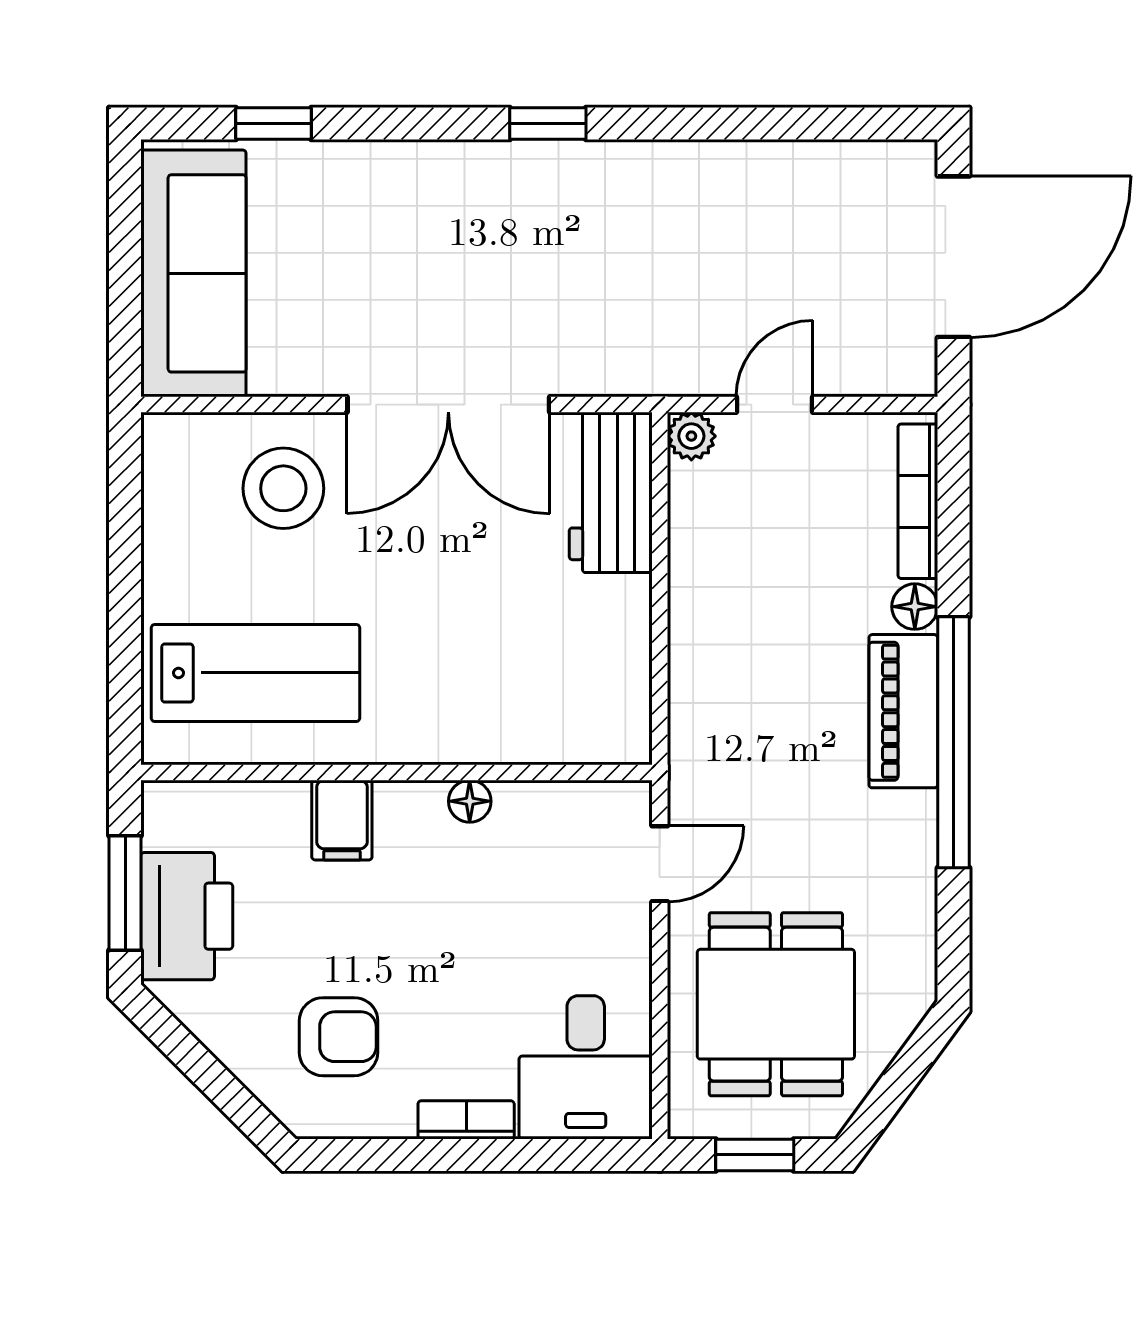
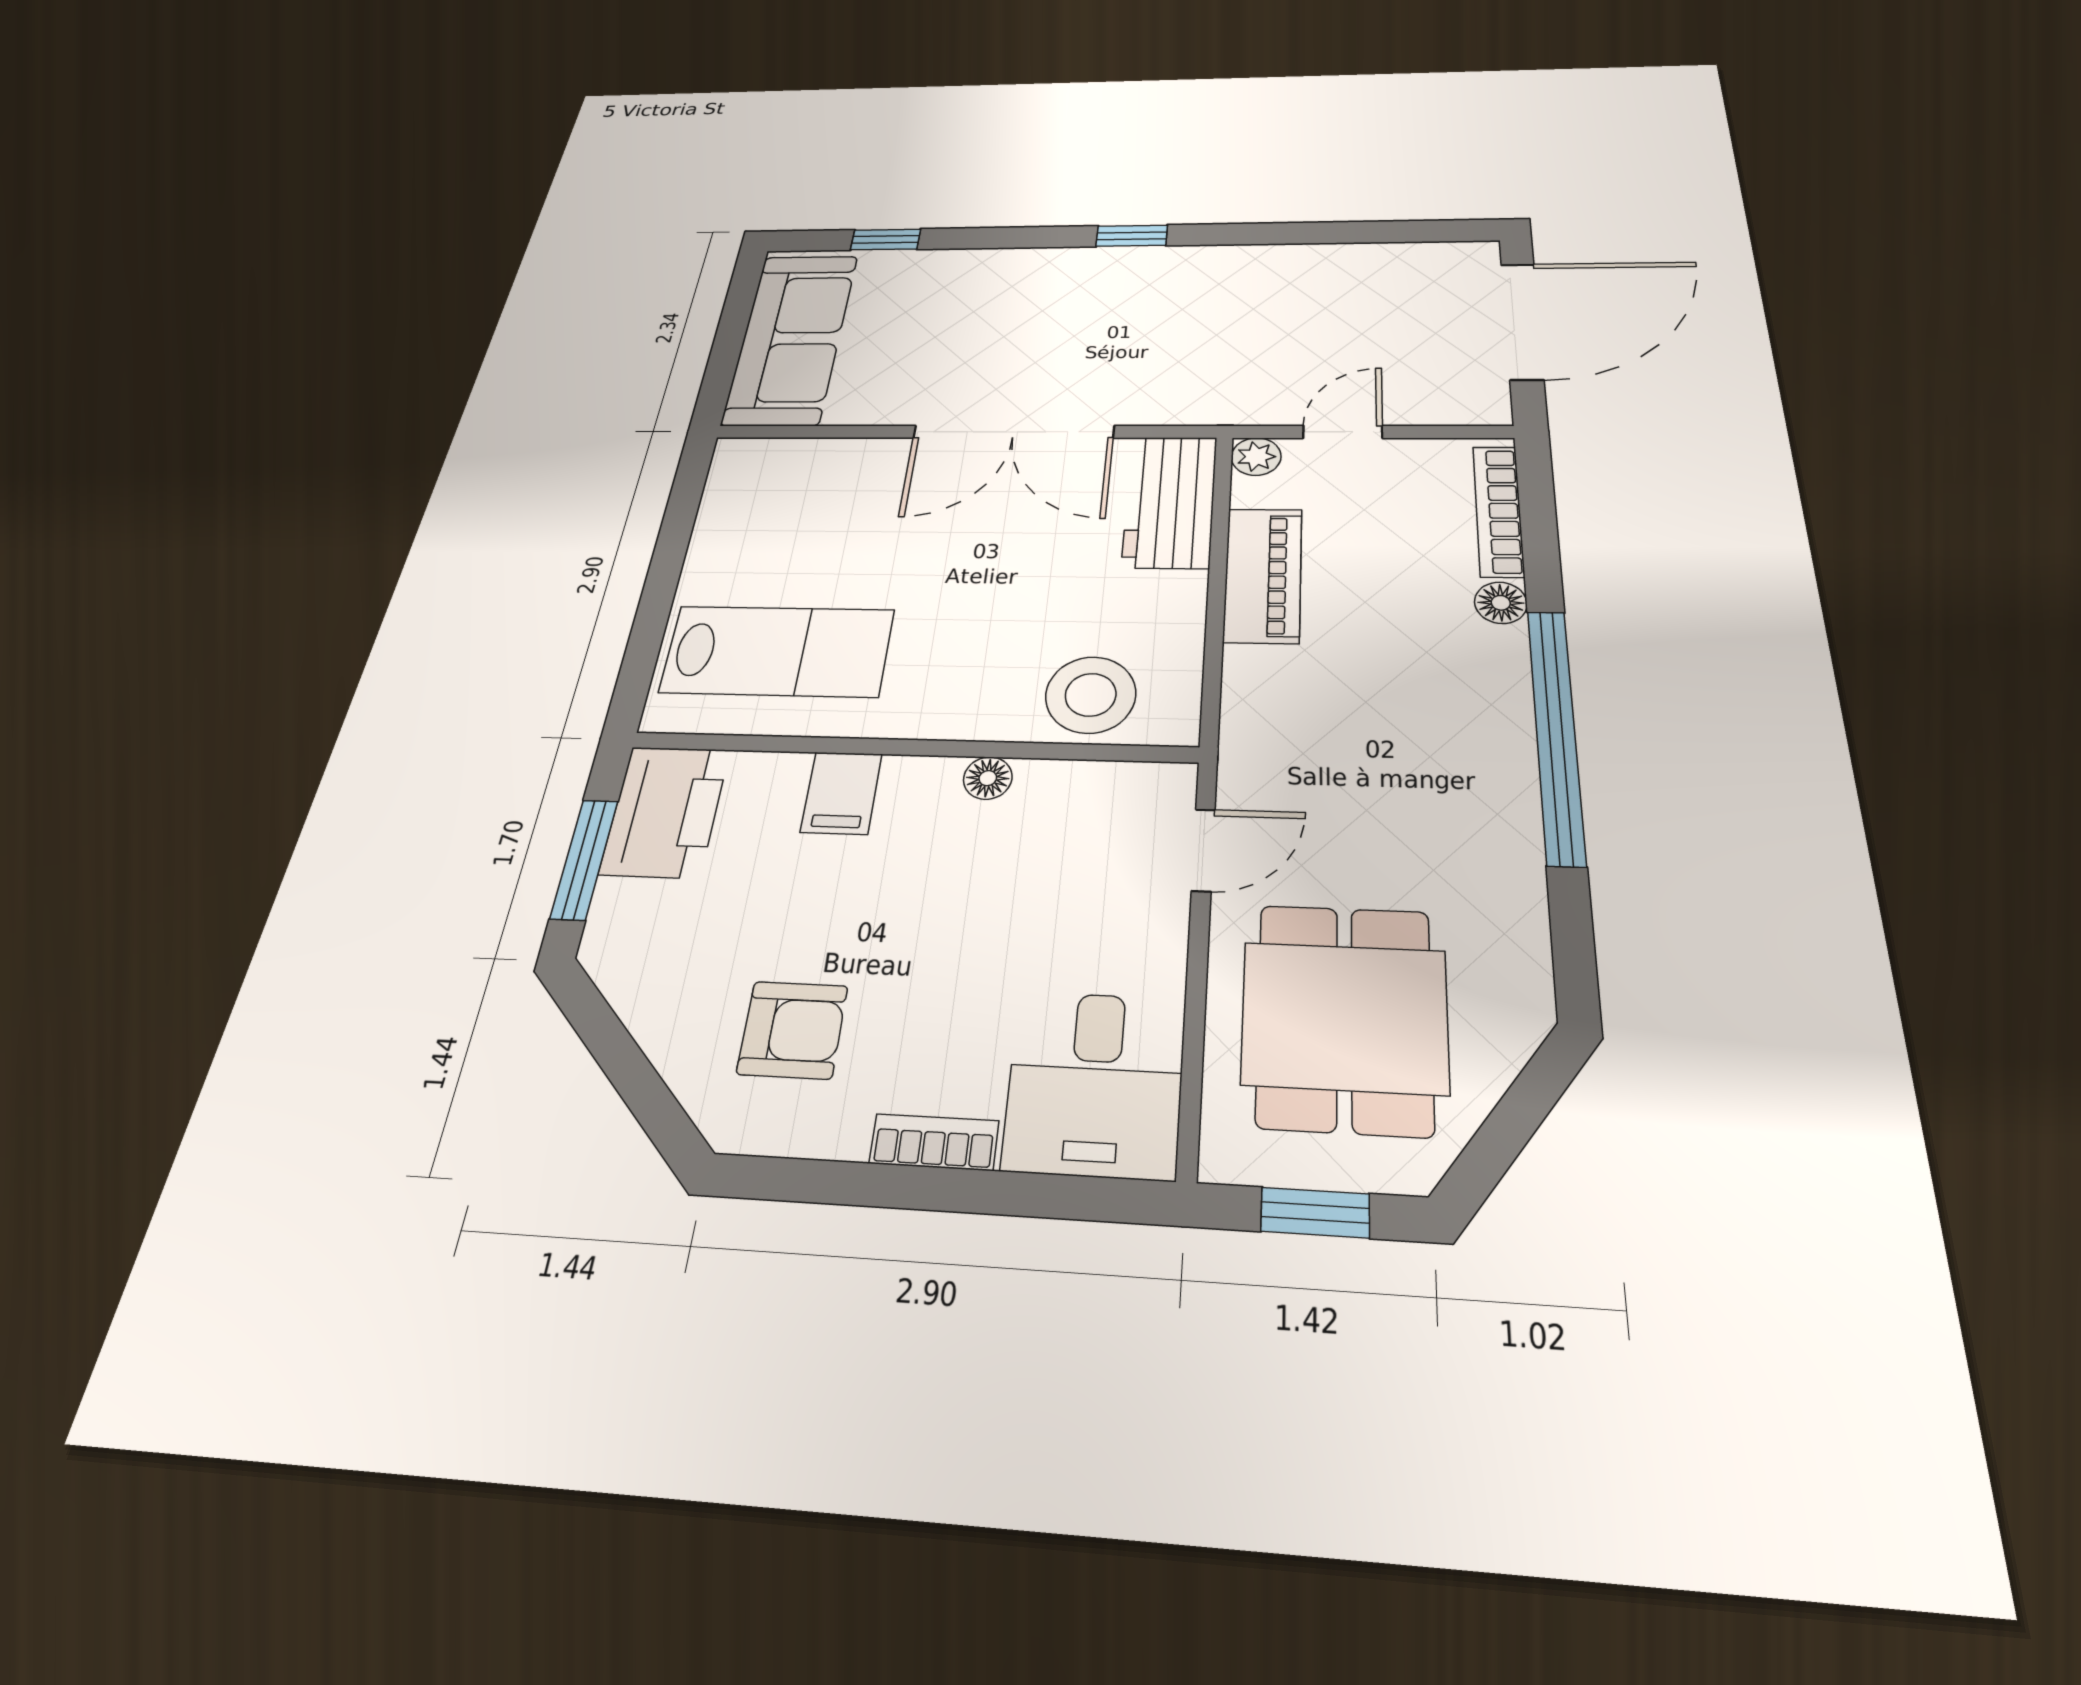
stool: (283, 488) -> (1091, 695), moved
piano: (903, 711) -> (1263, 575), moved, turned 180
printer: (187, 916) -> (665, 811), moved

